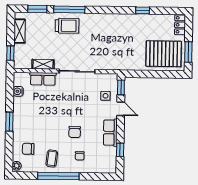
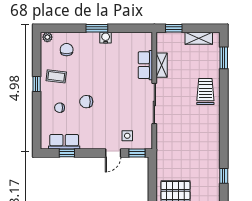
window: (69, 9) -> (224, 94), removed
trolley: (67, 26) -> (205, 91), turned 180
water cooler: (18, 91) -> (106, 38), moved
row of seats: (110, 133) -> (64, 142), moved
window: (58, 176) -> (37, 84), width x0.32

